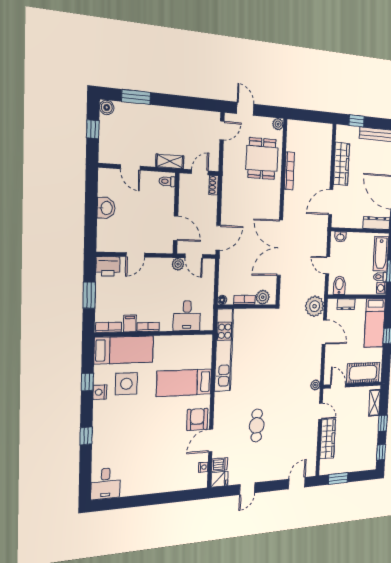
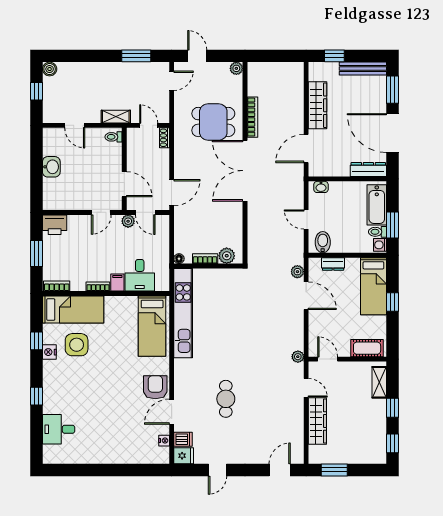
window: (136, 97) -> (136, 56), moved
dining table: (262, 158) -> (213, 122), moved, turned 90
door: (200, 172) -> (149, 125), hinge flipped
double door: (280, 248) -> (245, 171), moved
door: (135, 255) -> (101, 212), moved
plant: (315, 306) -> (297, 272), width x0.53, depth x0.53
filing cabinet: (130, 324) -> (117, 283), moved
cot: (363, 373) -> (367, 348), width x0.73, depth x0.75
bed: (184, 383) -> (152, 326), moved, turned -90
desk: (105, 484) -> (59, 429), moved, turned 90

